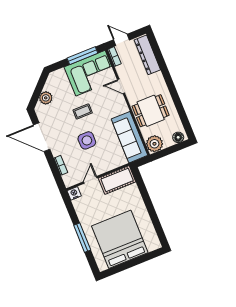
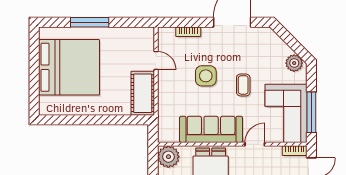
plant: (46, 98) -> (294, 63), moved
sofa: (129, 137) -> (211, 129), moved
nightstand: (74, 193) -> (148, 34), removed

